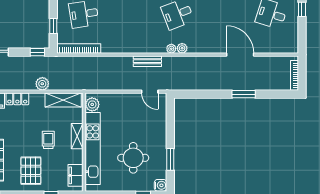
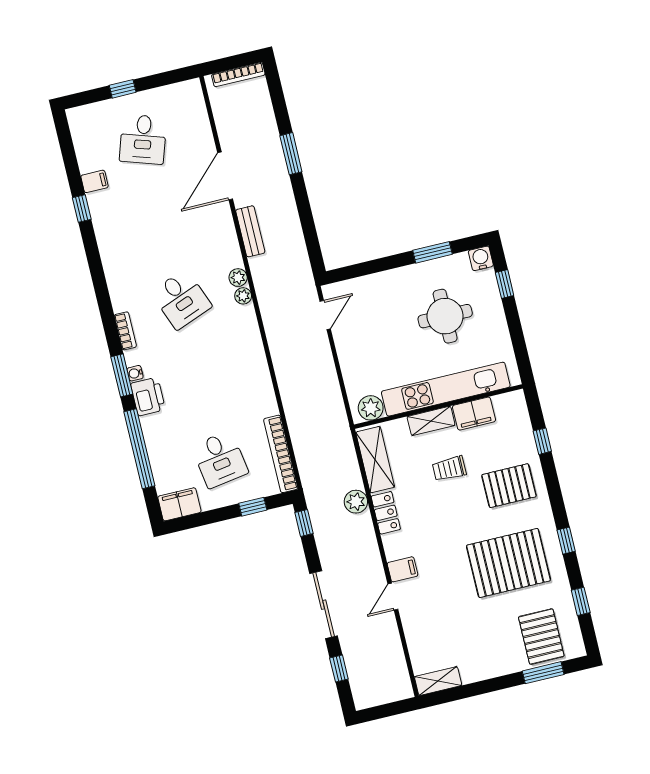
bench: (147, 61) -> (250, 231), moved
locker: (17, 99) -> (386, 513), moved
filing cabinet: (75, 175) -> (474, 414), moved

